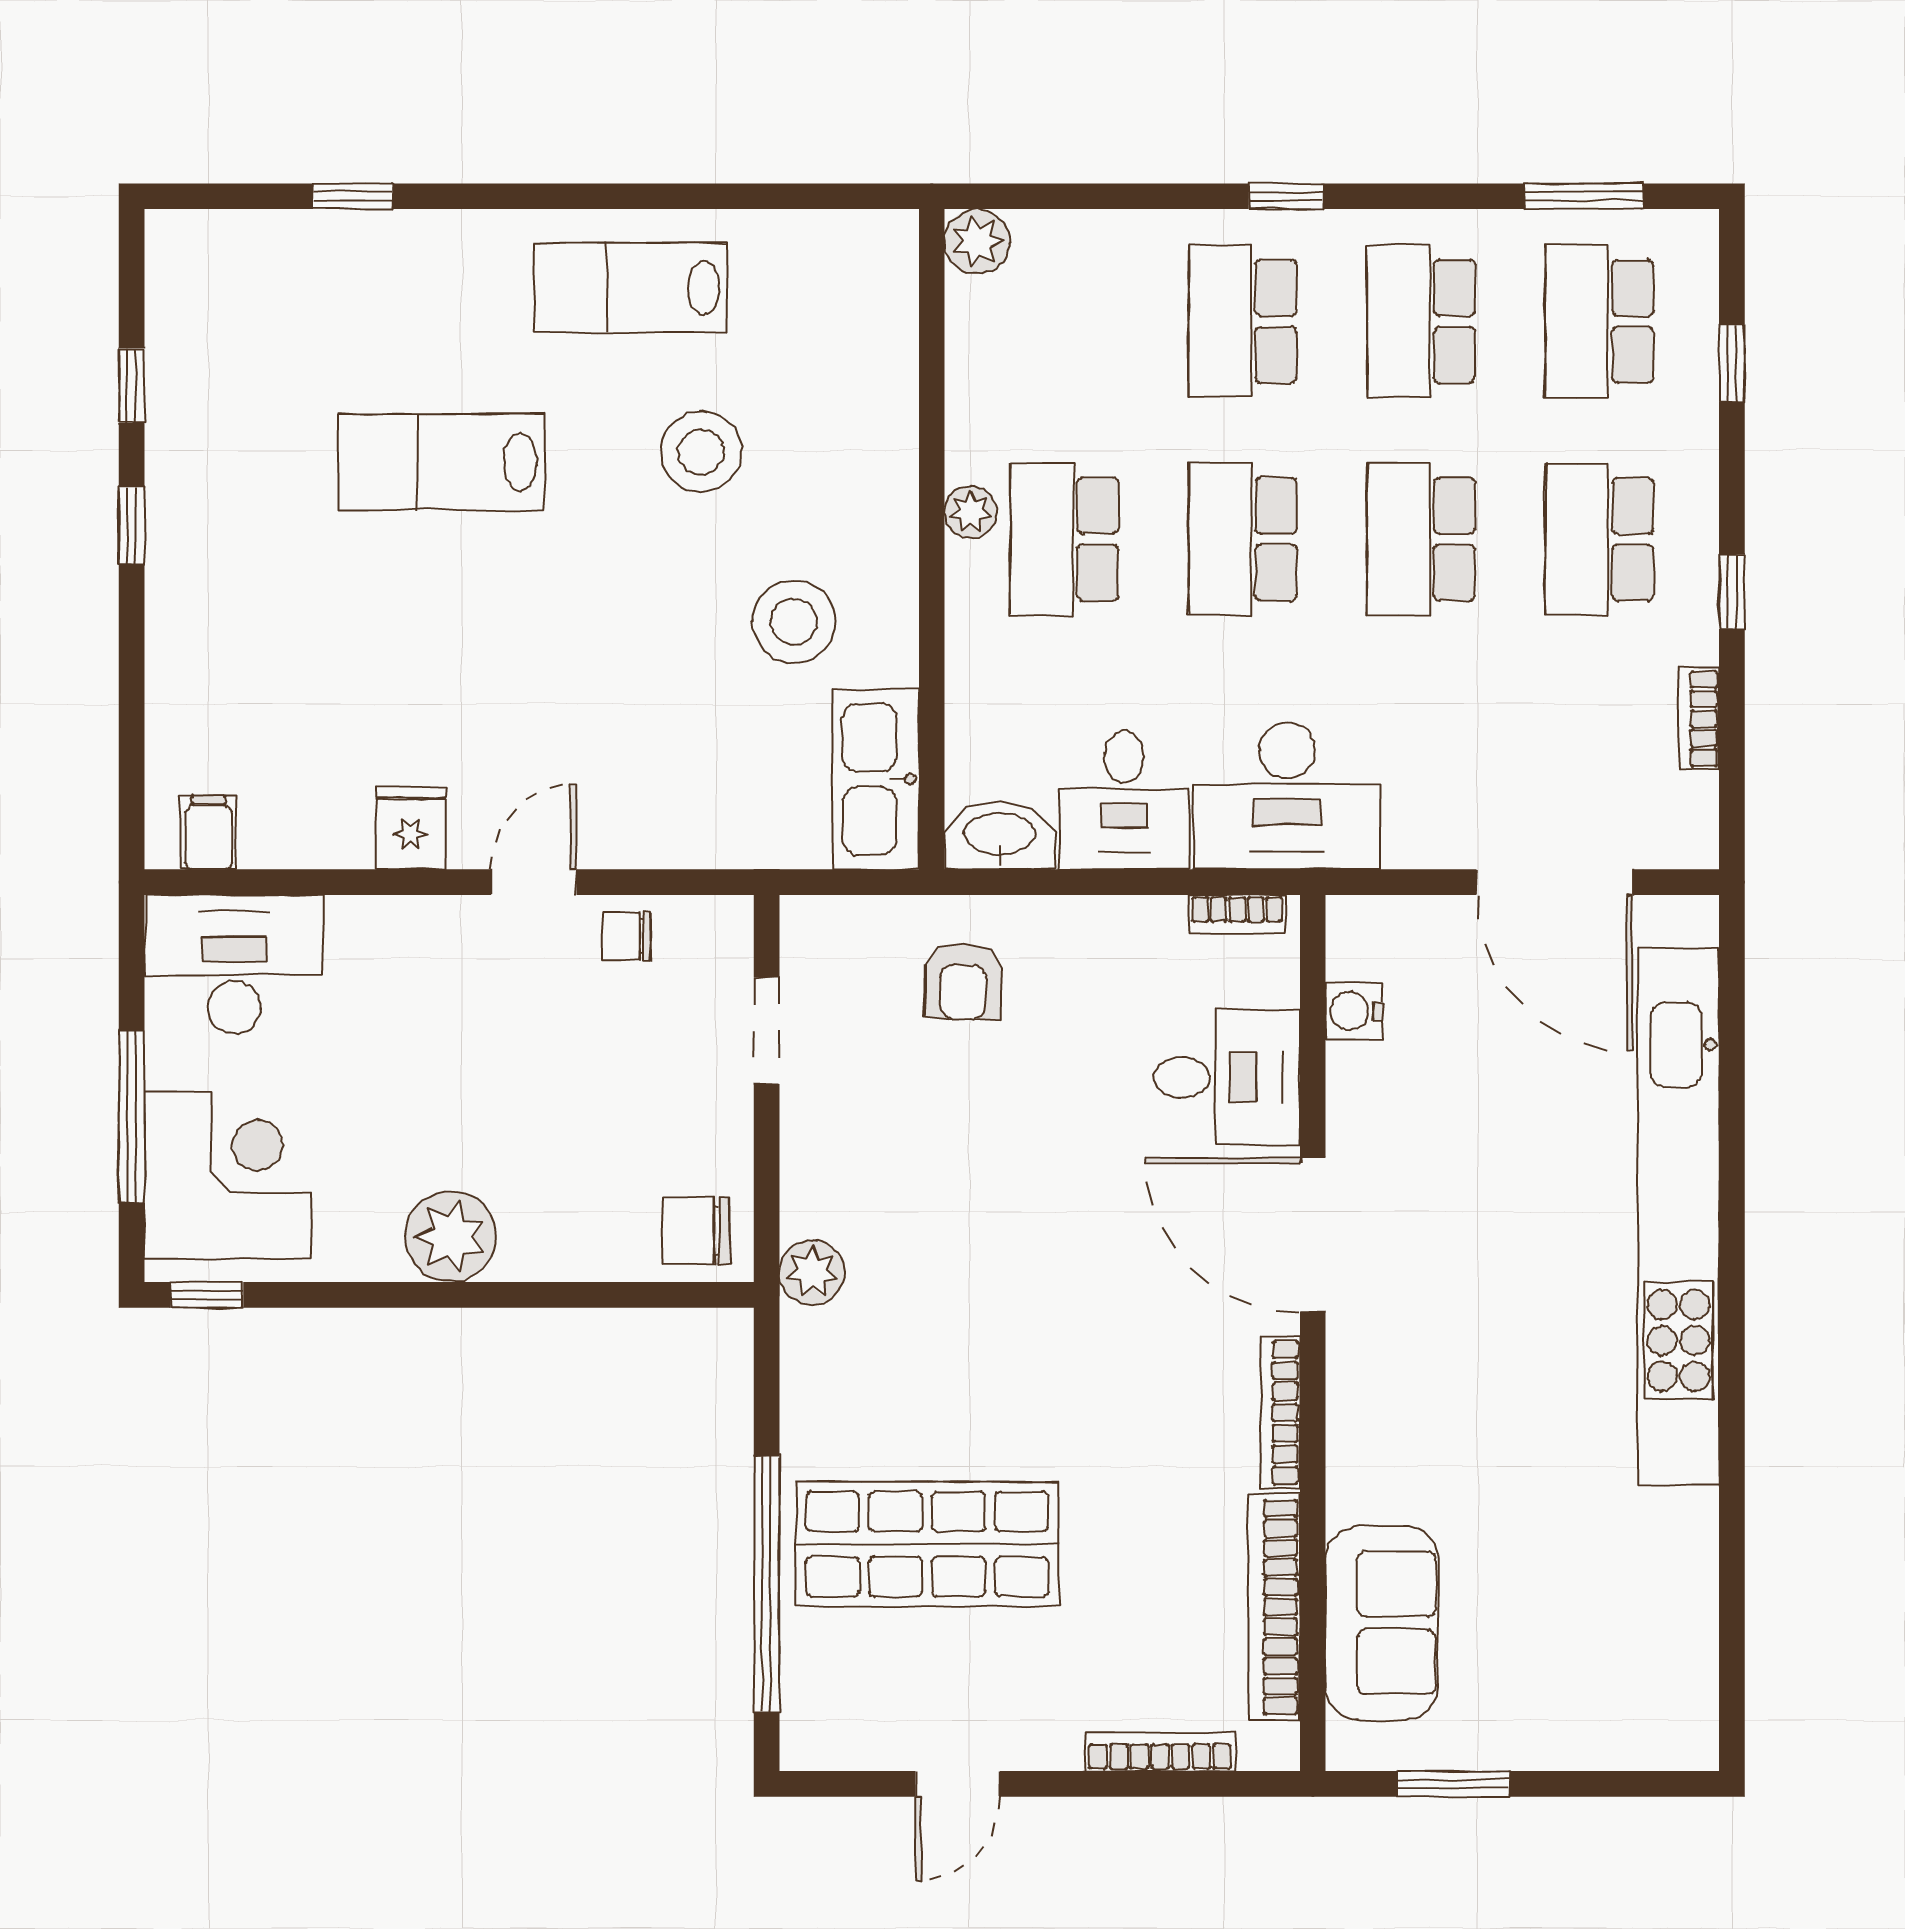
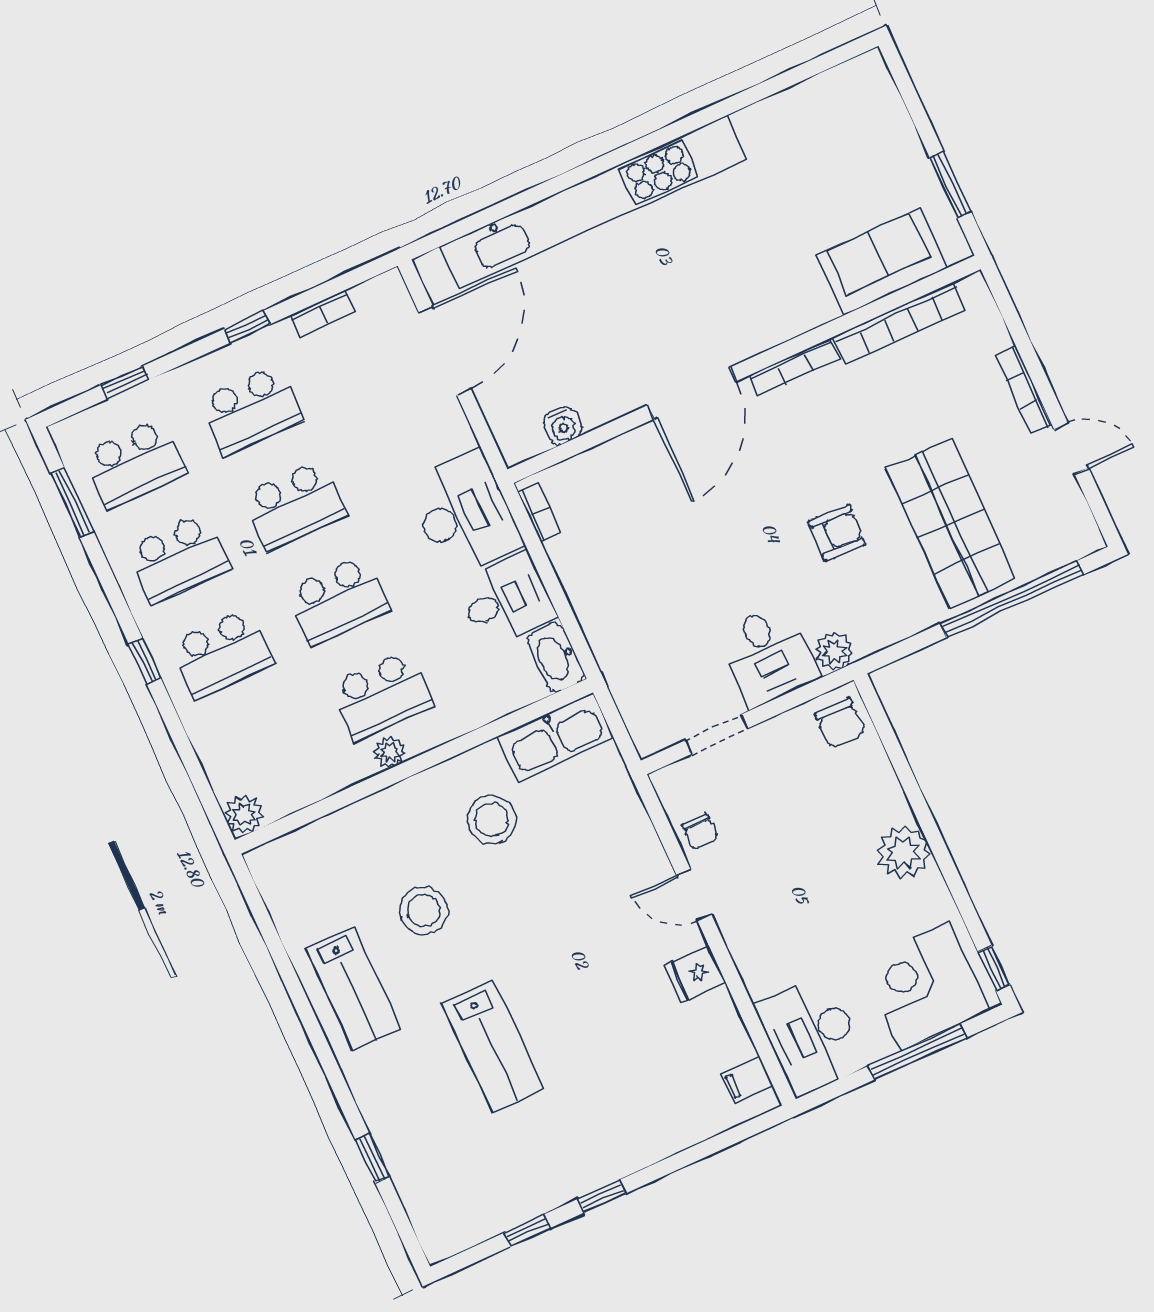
armchair: (963, 981) -> (837, 533), moved
desk: (1227, 1077) -> (768, 655), moved, turned 180
bookcase: (1160, 1752) -> (1024, 390), moved

